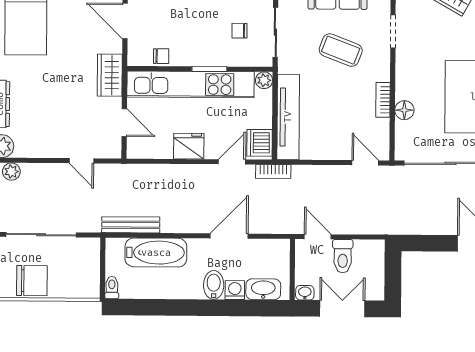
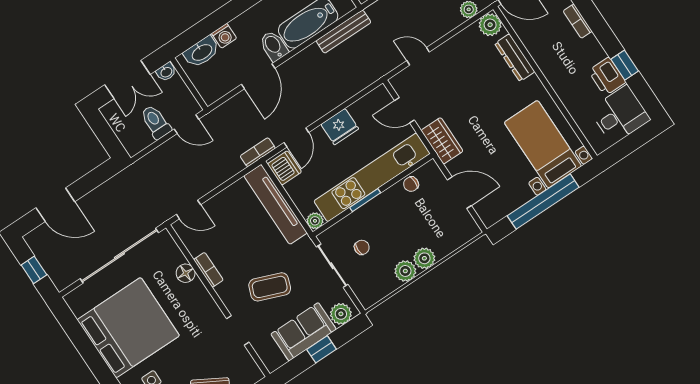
bidet: (214, 285) -> (274, 46), moved, turned 180

